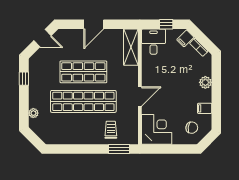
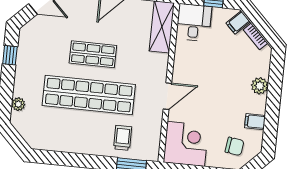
shop shelf: (83, 72) -> (93, 54), width x0.70, depth x0.74

